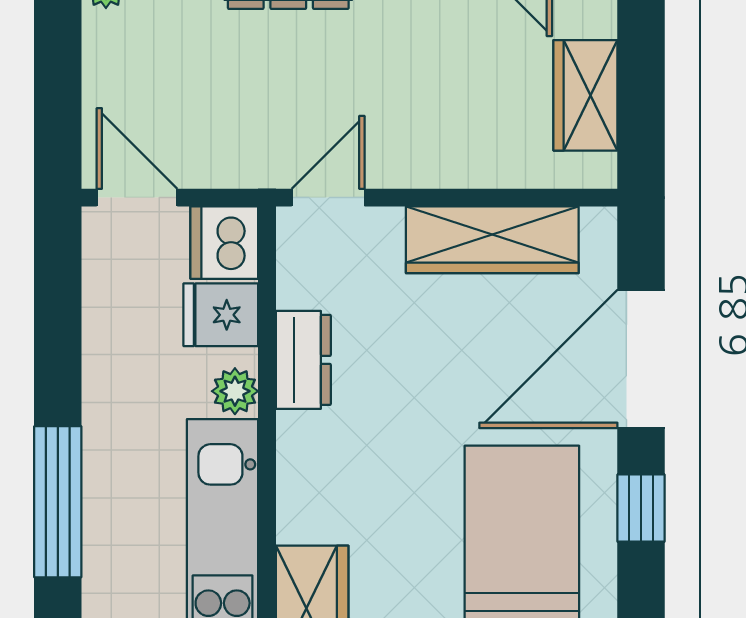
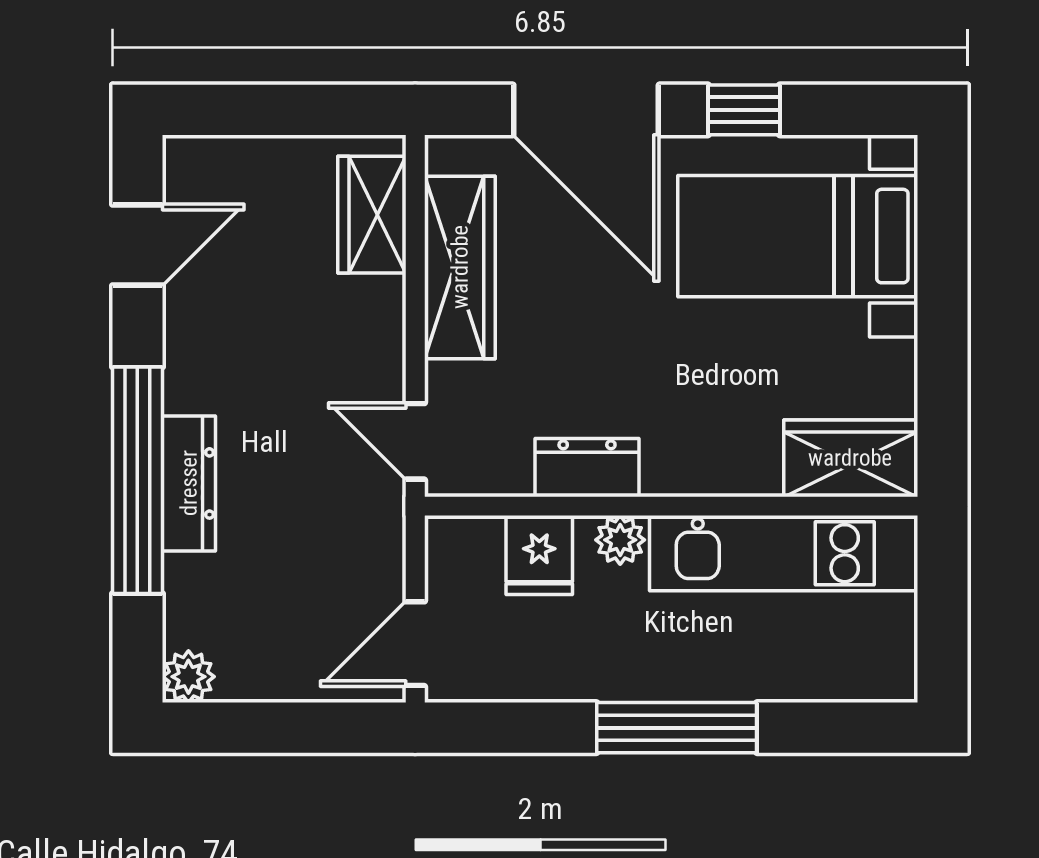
wardrobe: (585, 95) -> (372, 215), moved, turned 90
dishwasher: (224, 243) -> (463, 551), removed
window: (58, 502) -> (677, 728), moved

